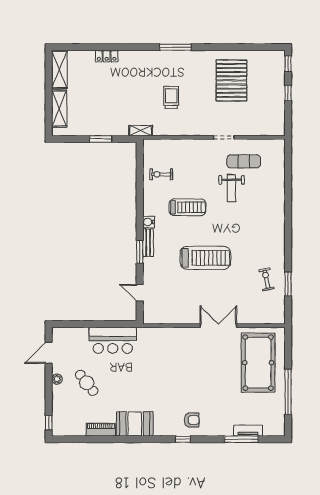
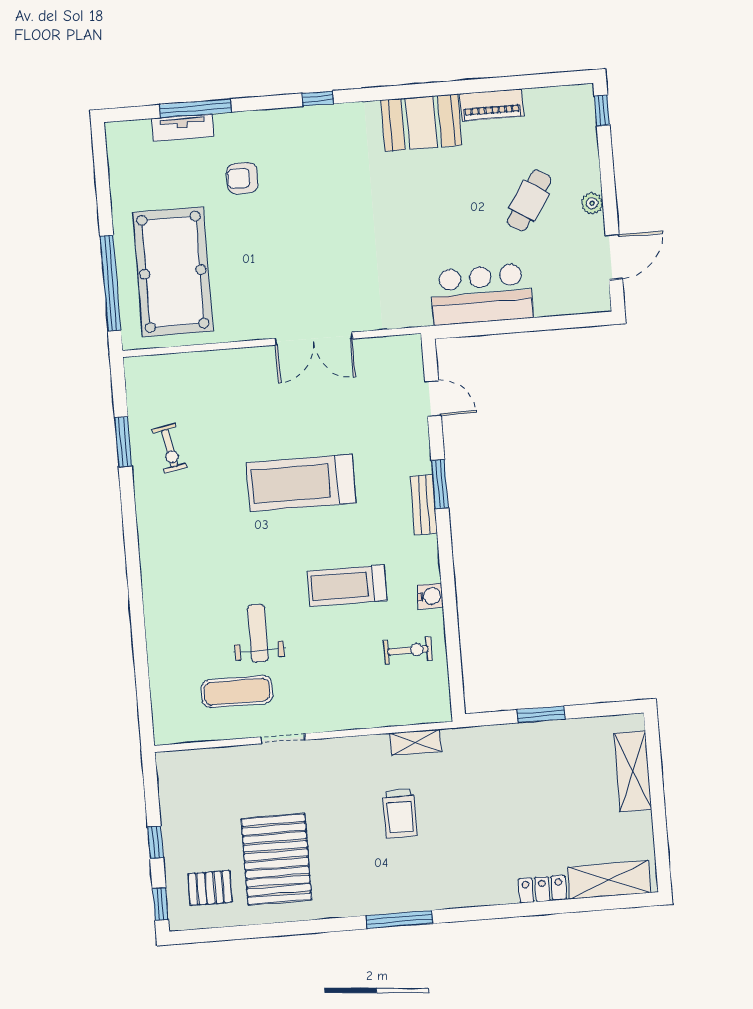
pallet: (264, 69) -> (210, 888), added
shelving: (59, 70) -> (609, 880), moved, turned 90
shelving: (141, 131) -> (415, 742), moved
water cooler: (149, 222) -> (430, 596), moved
double door: (218, 326) -> (314, 339), moved
cafe table: (87, 383) -> (529, 201), turned 70
window: (288, 392) -> (110, 283), moved
armchair: (192, 420) -> (242, 178), moved

